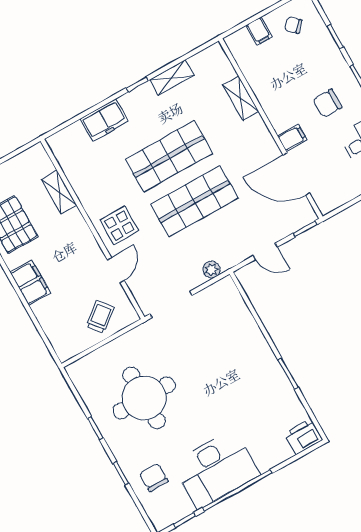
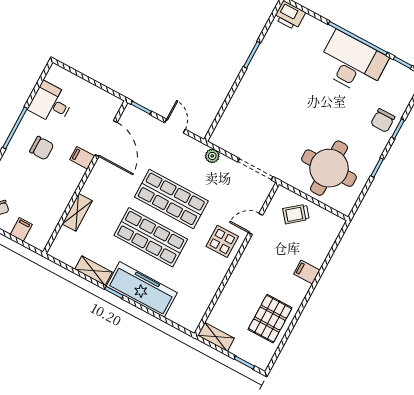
freezer: (104, 120) -> (142, 289), width x1.91, depth x1.26
shelving: (59, 192) -> (216, 337), moved, turned 90
filing cabinet: (30, 283) -> (307, 272), width x0.50
round table: (144, 398) -> (329, 168), moved
chair: (154, 477) -> (383, 120), moved

